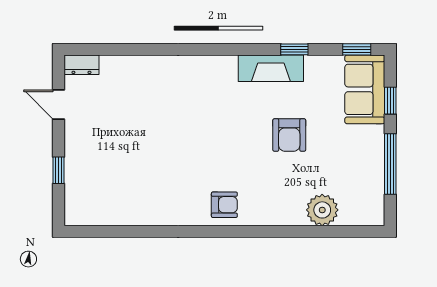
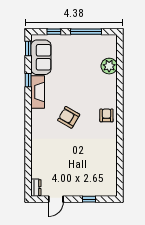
sofa: (365, 89) -> (41, 57), moved, turned -90
armchair: (289, 135) -> (69, 117), moved, turned -150

